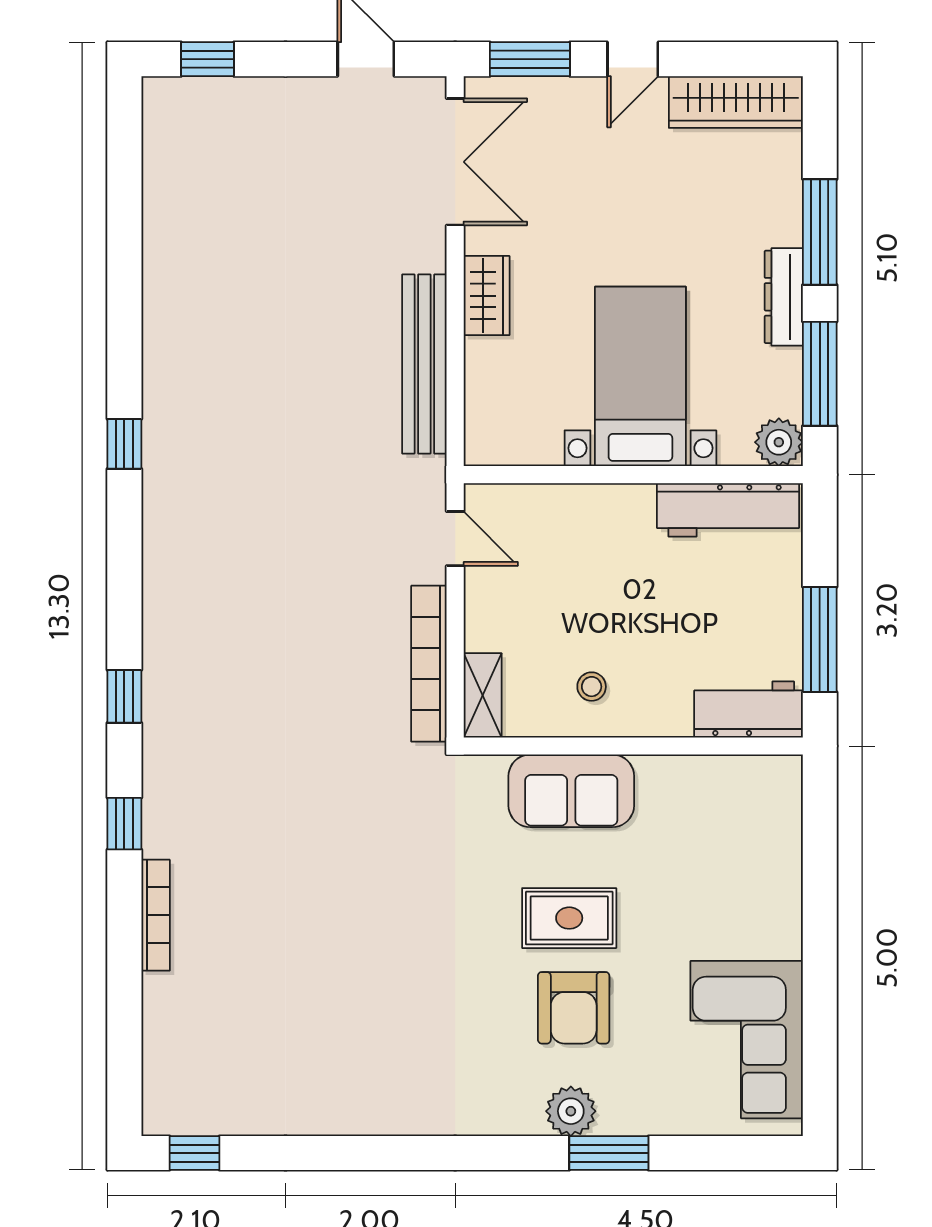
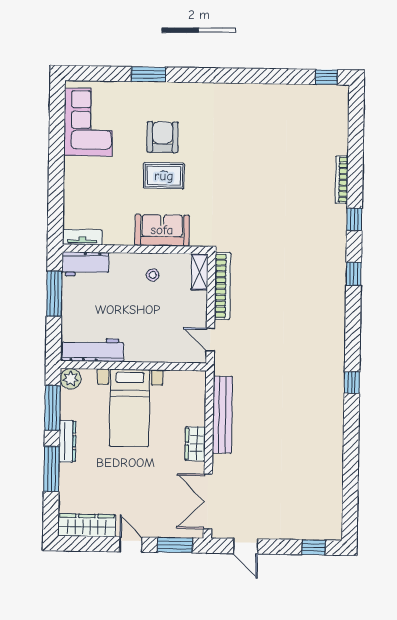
door: (633, 59) -> (131, 544), hinge flipped
tv unit: (757, 772) -> (82, 237), added
plant: (571, 1111) -> (164, 93), removed

